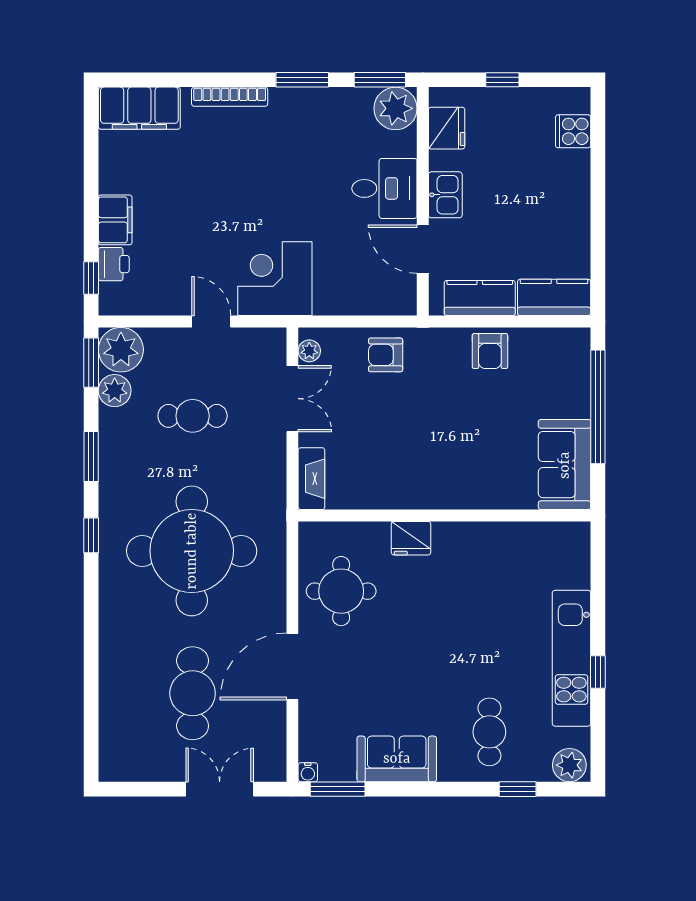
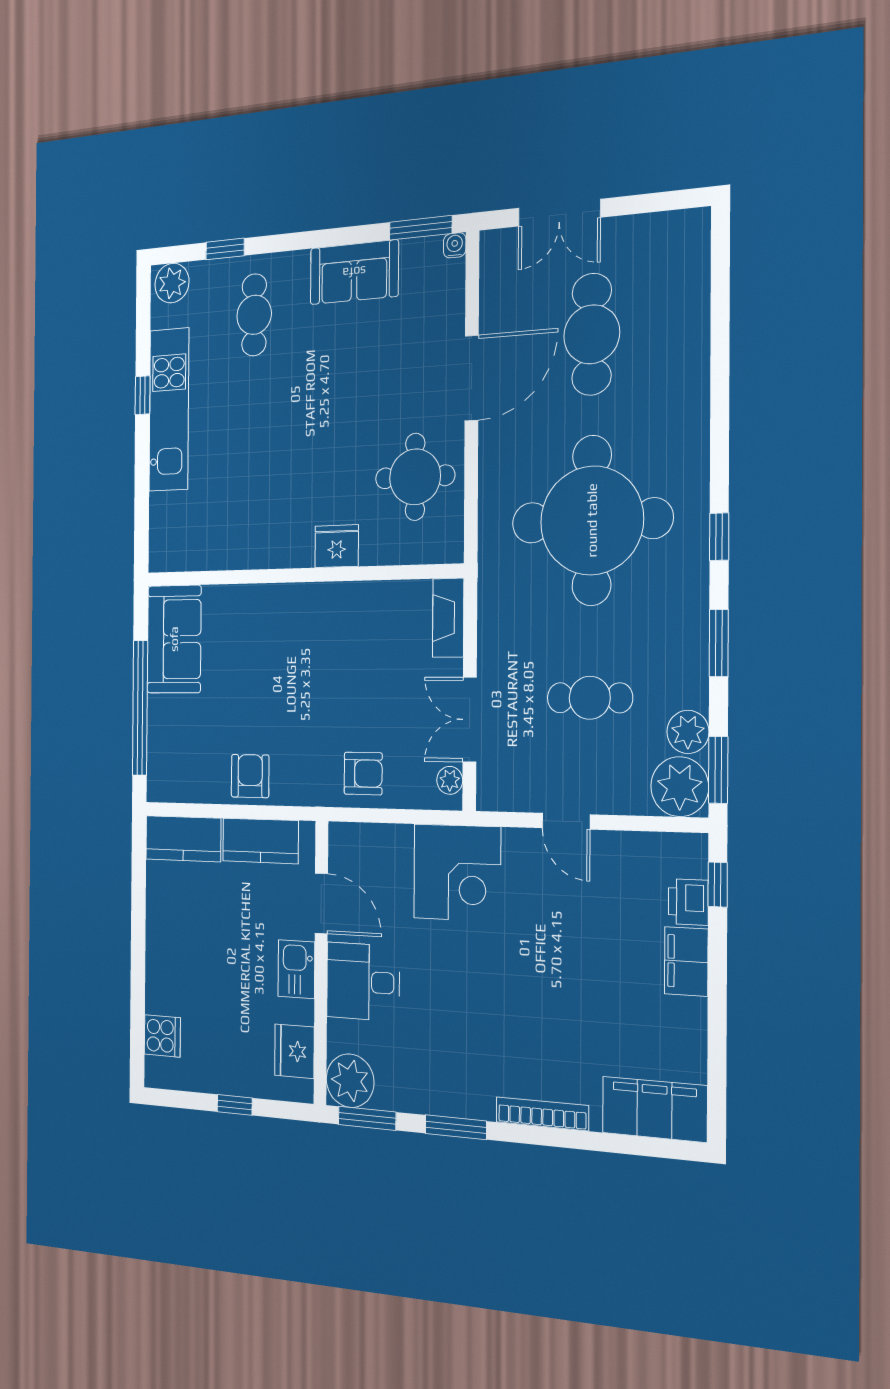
corner desk: (275, 279) -> (457, 873), moved

